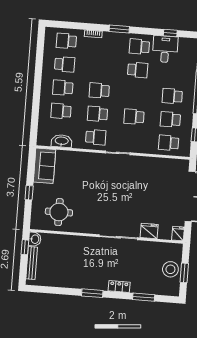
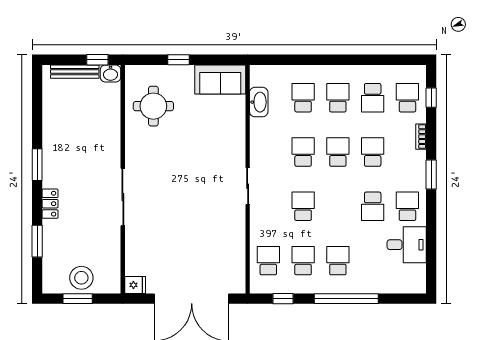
window: (170, 33) -> (431, 98), moved
school desk: (96, 137) -> (373, 152), moved, turned 180
fridge: (149, 231) -> (136, 242), removed

